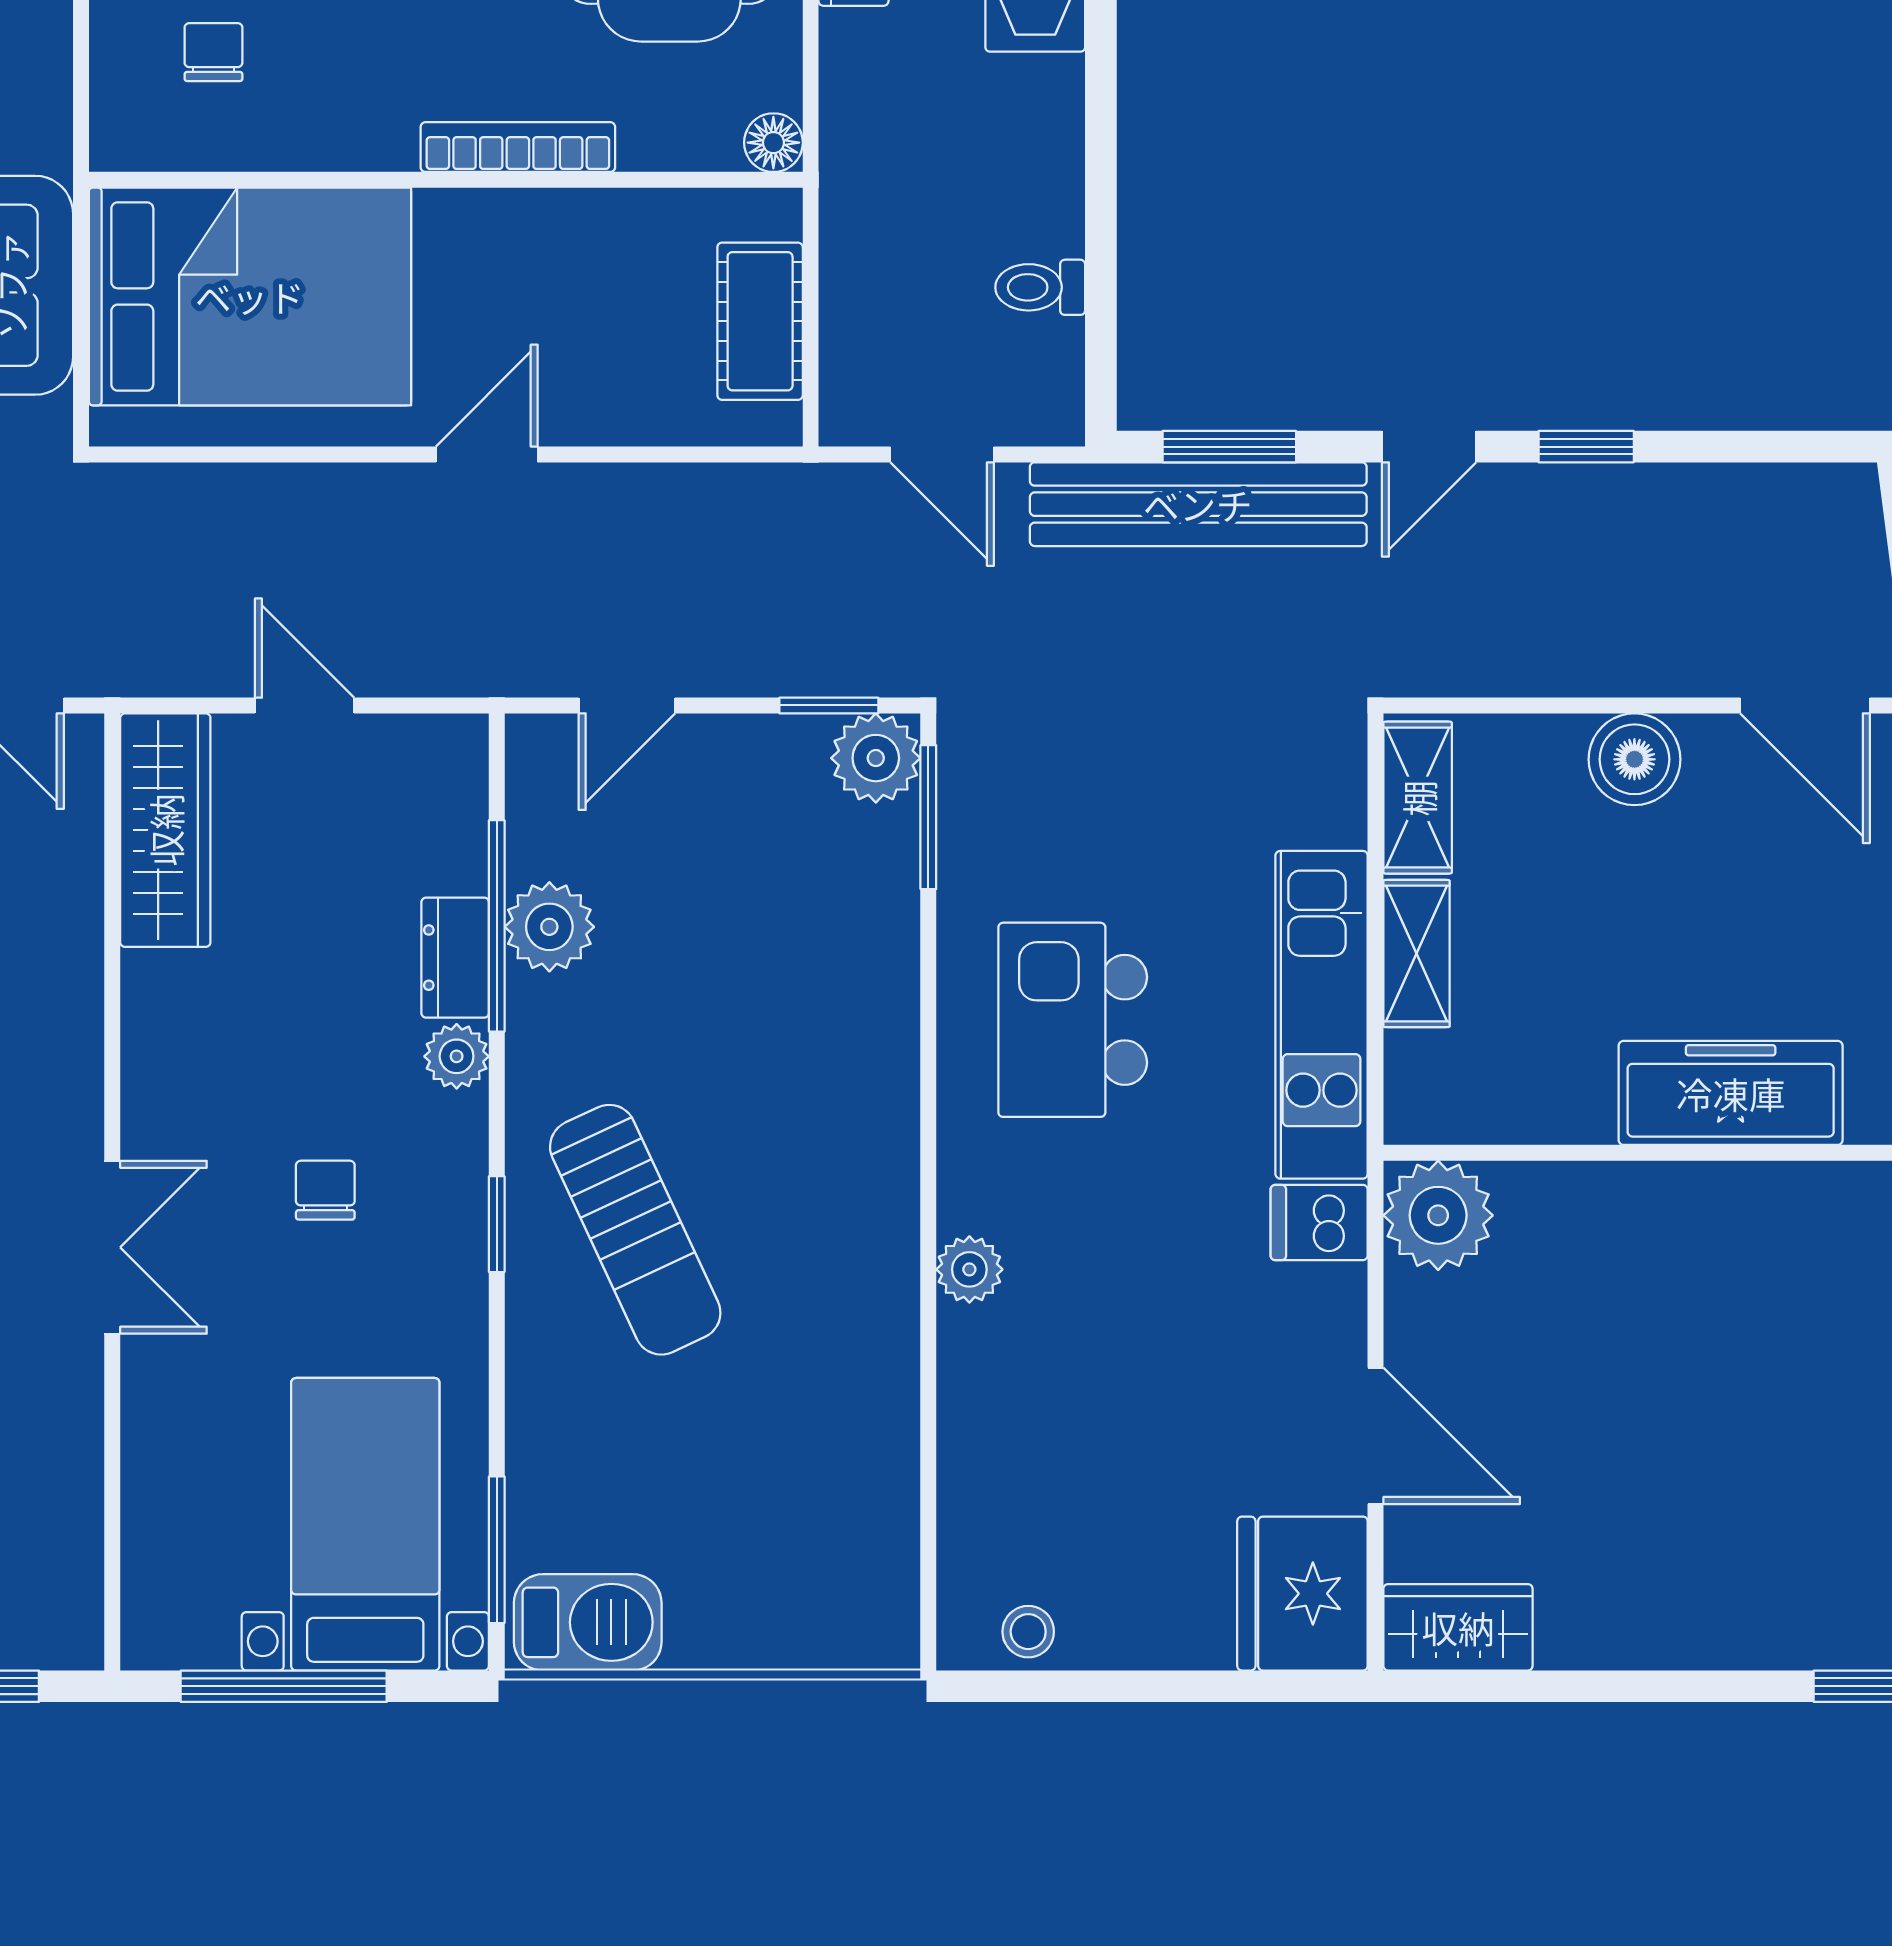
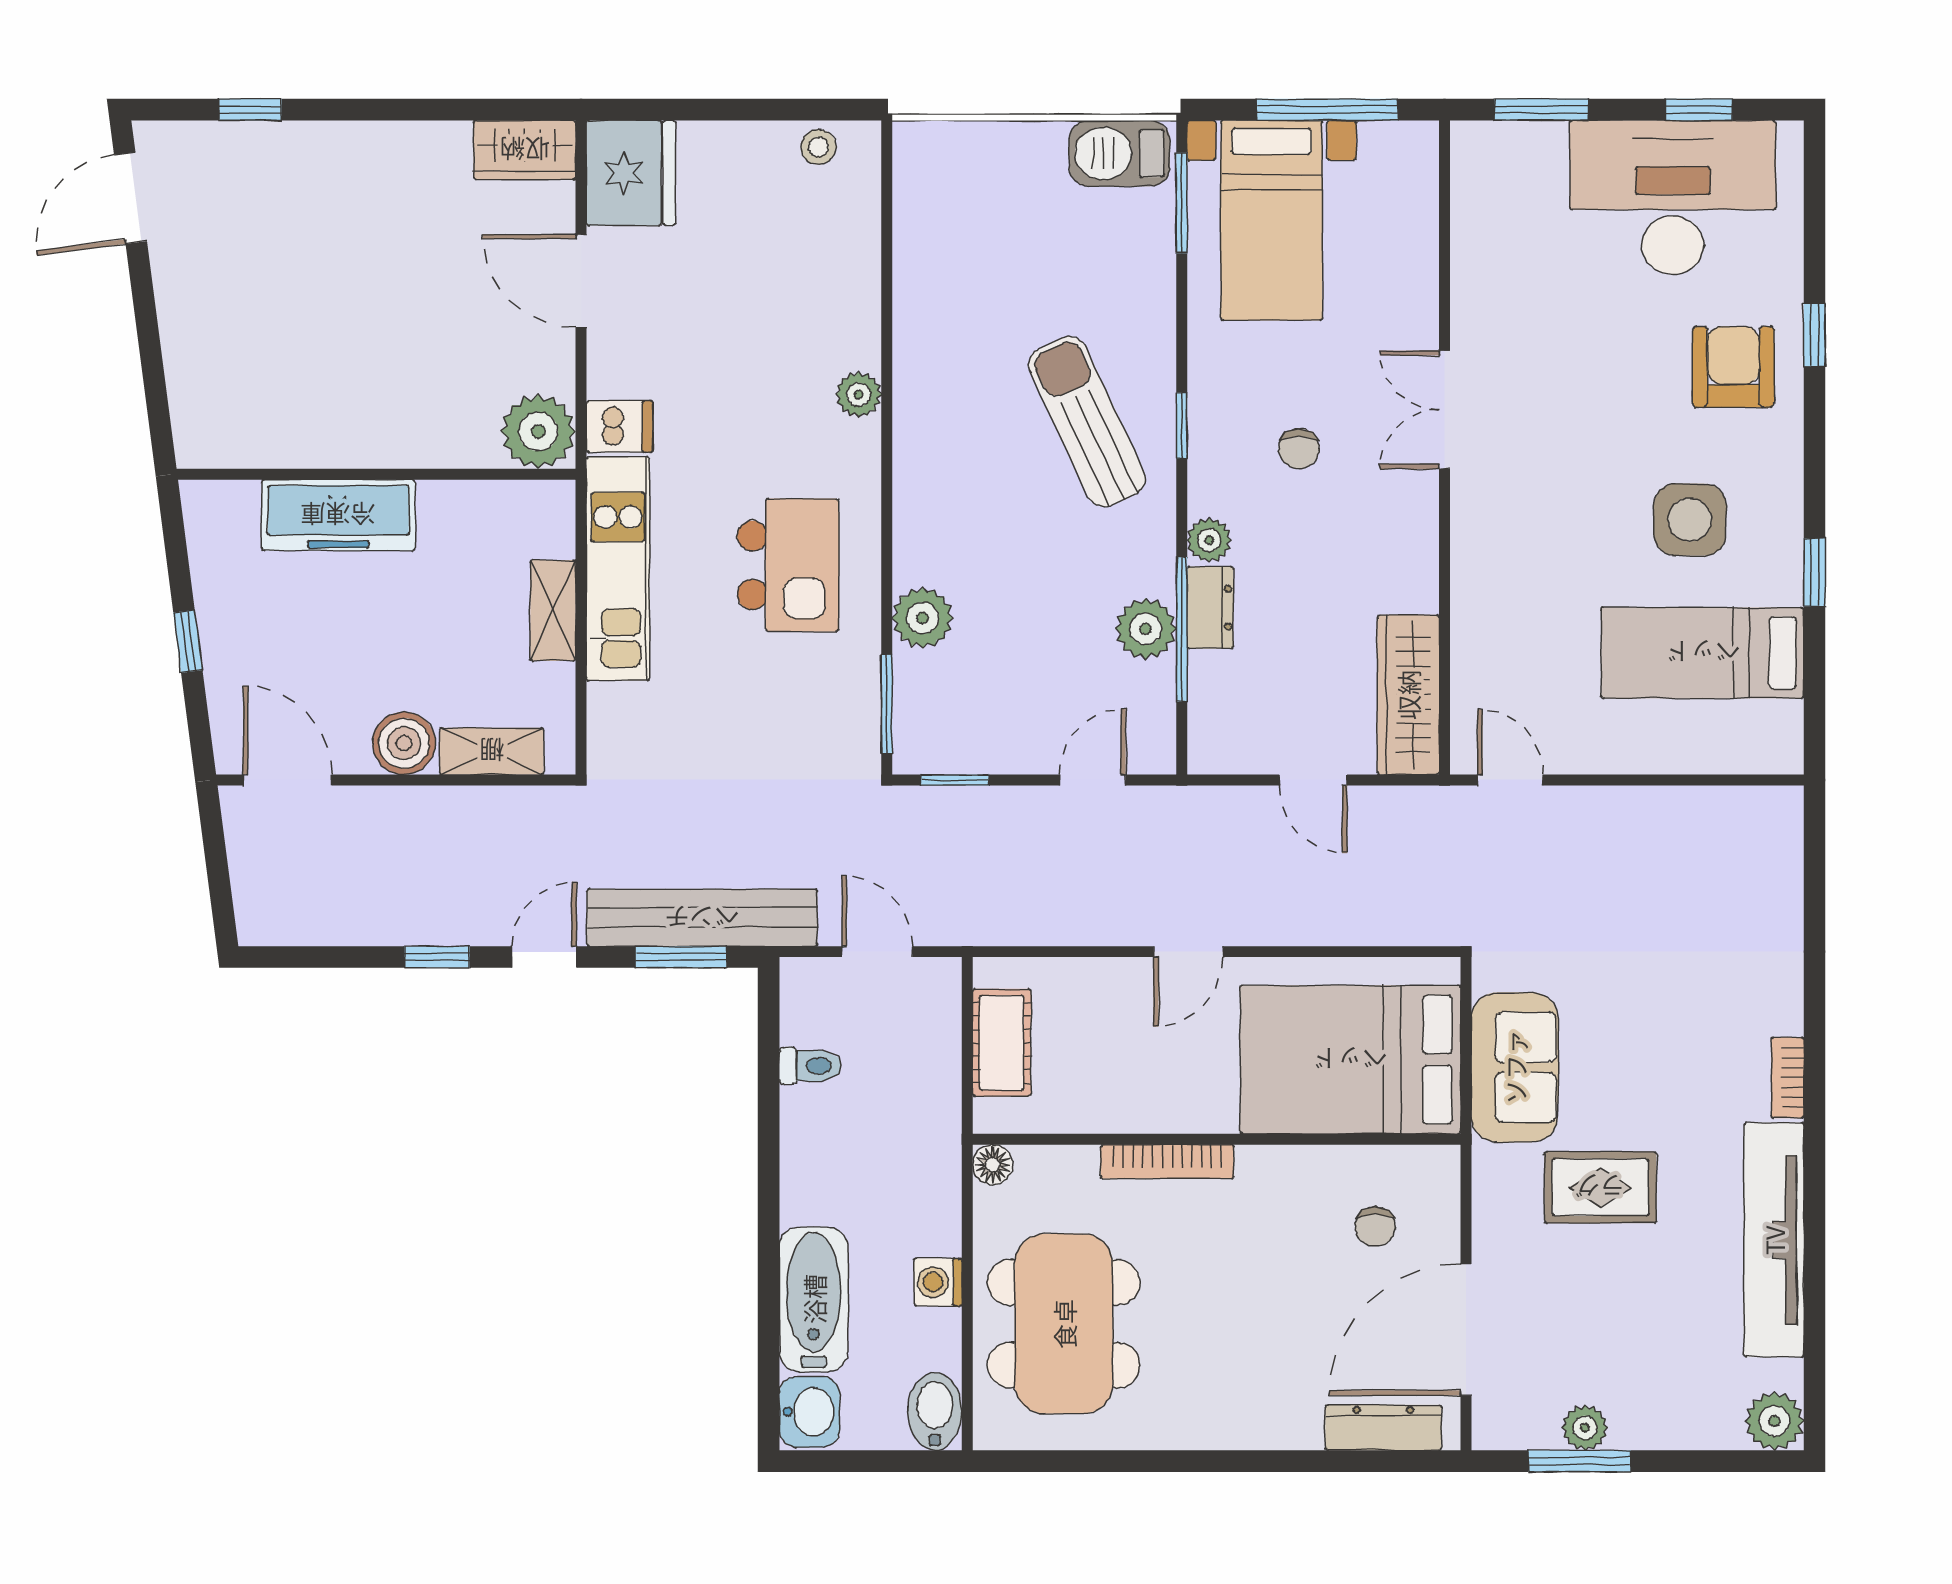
plant: (876, 758) -> (923, 618), moved
shelving: (1418, 798) -> (492, 751), moved, turned 90

